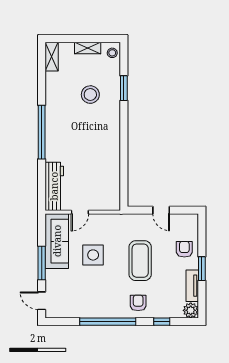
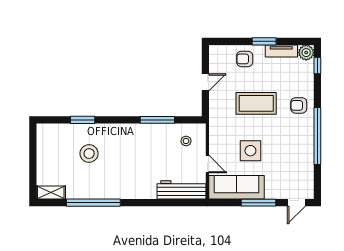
shelving: (88, 48) -> (42, 156), removed
stool: (112, 53) -> (186, 141), moved
window: (42, 132) -> (93, 203), moved
window: (124, 162) -> (157, 120), added
window: (162, 322) -> (317, 66), moved

